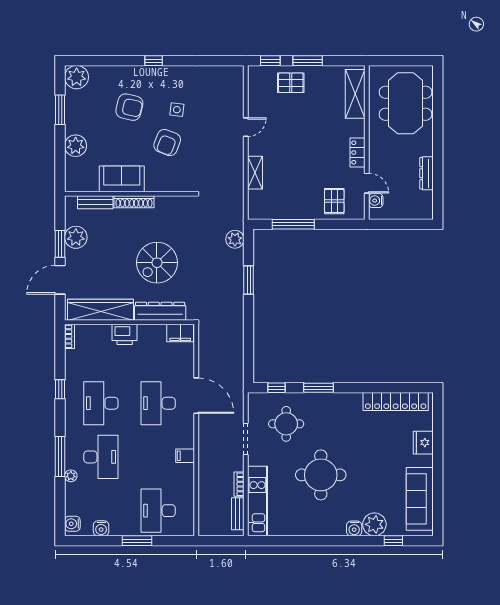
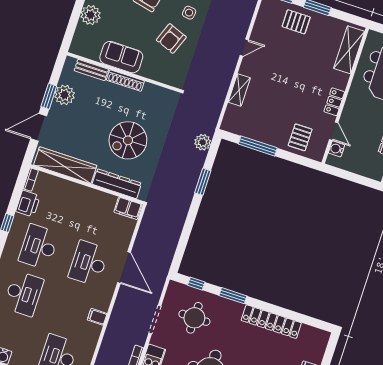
printer: (125, 334) -> (28, 204), moved, turned -90
locker: (396, 402) -> (271, 322), moved

